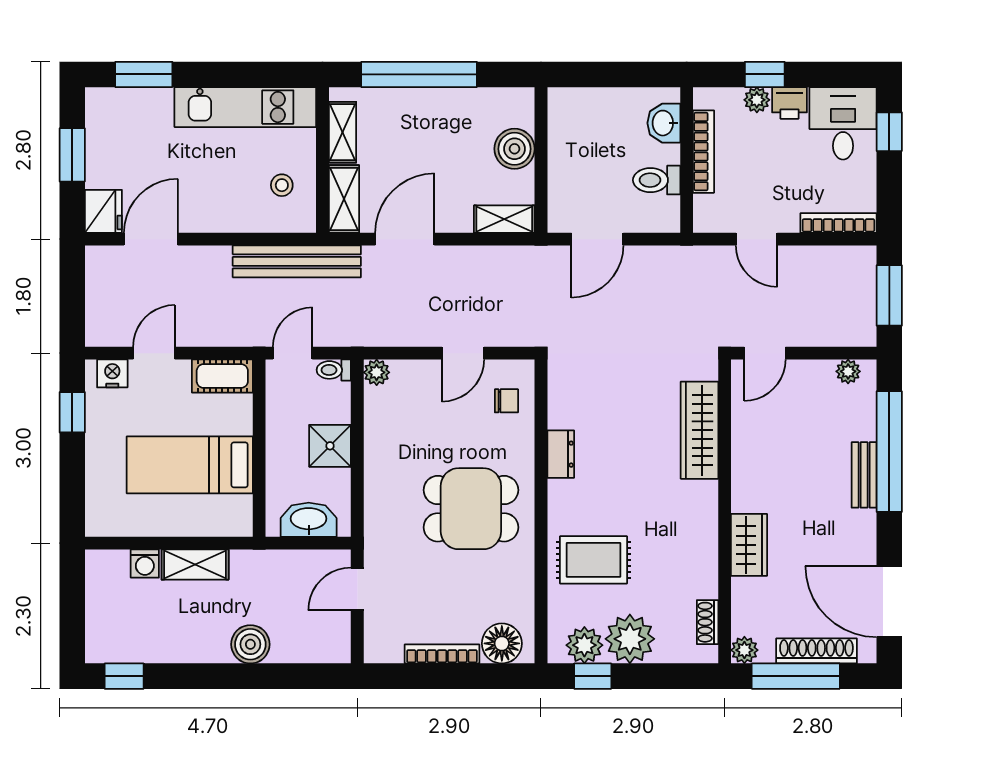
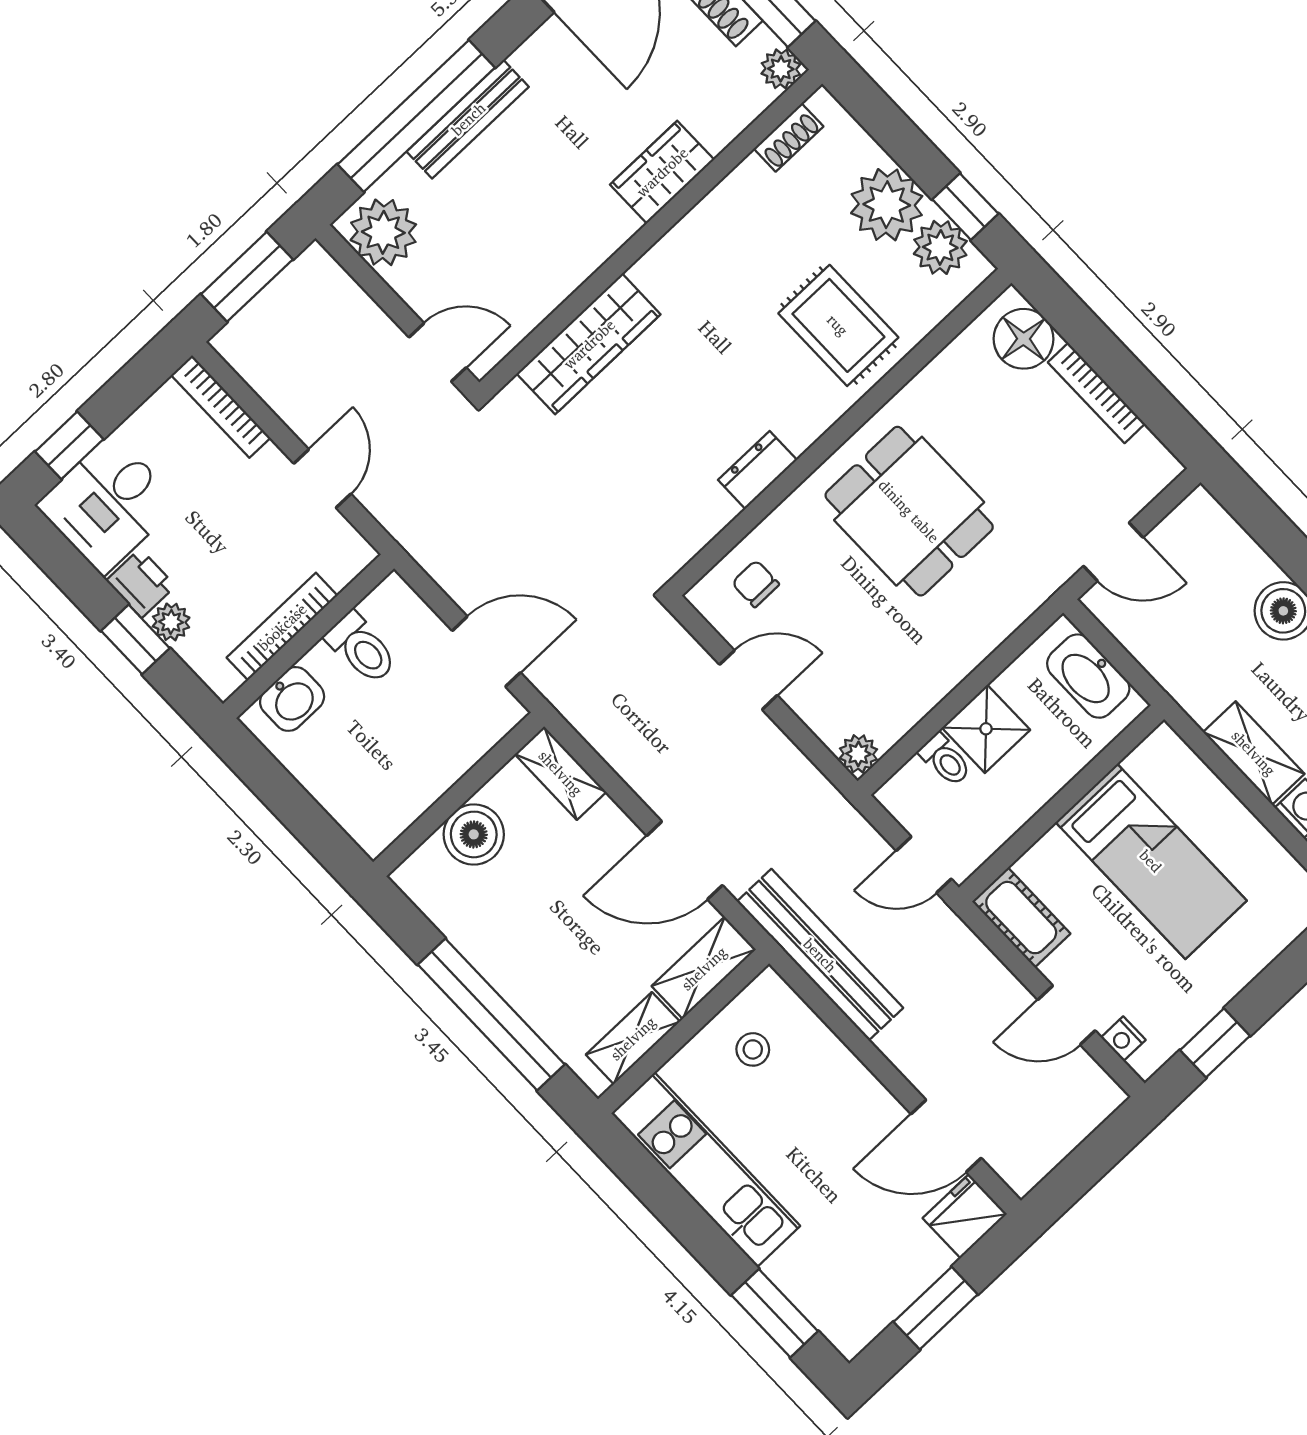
toilet: (334, 370) -> (945, 760), moved
plant: (848, 371) -> (383, 232), width x1.88, depth x1.88
nightstand: (112, 373) -> (1123, 1039), width x0.72, depth x0.74
bench: (864, 475) -> (468, 119), width x1.36

